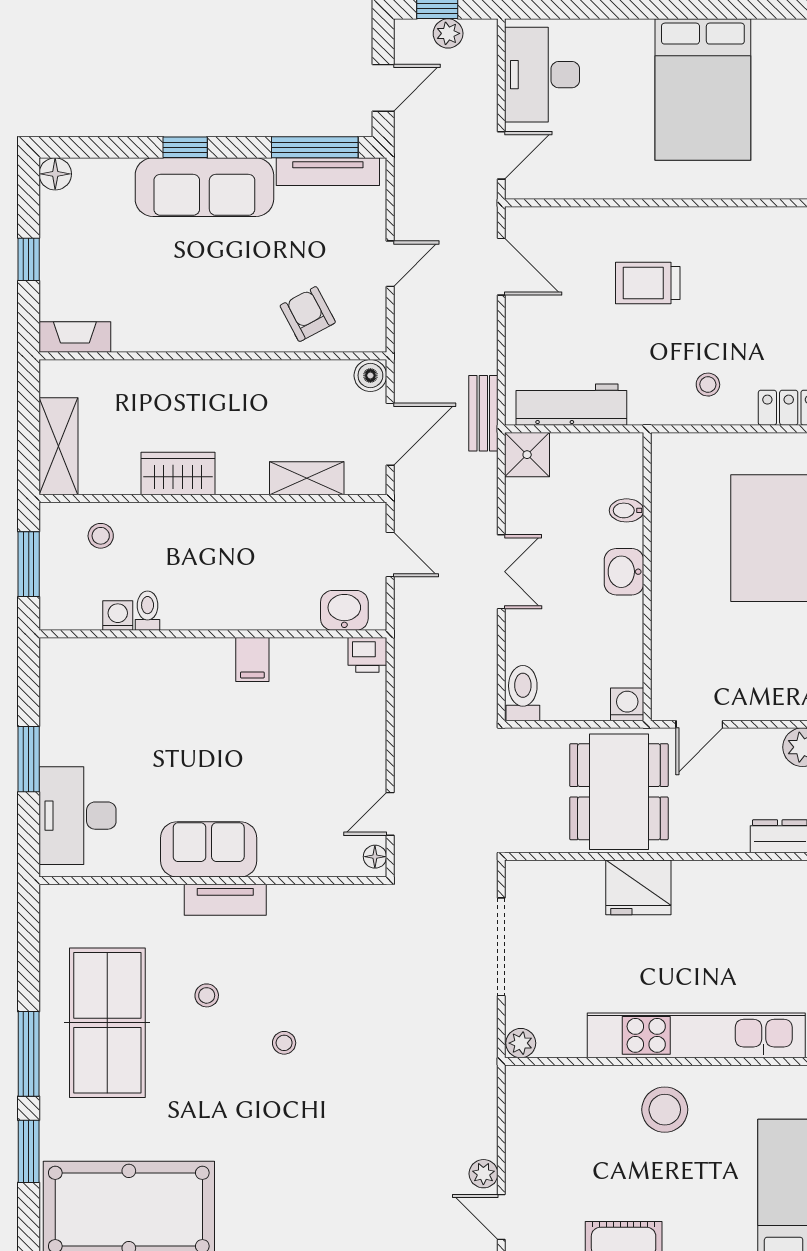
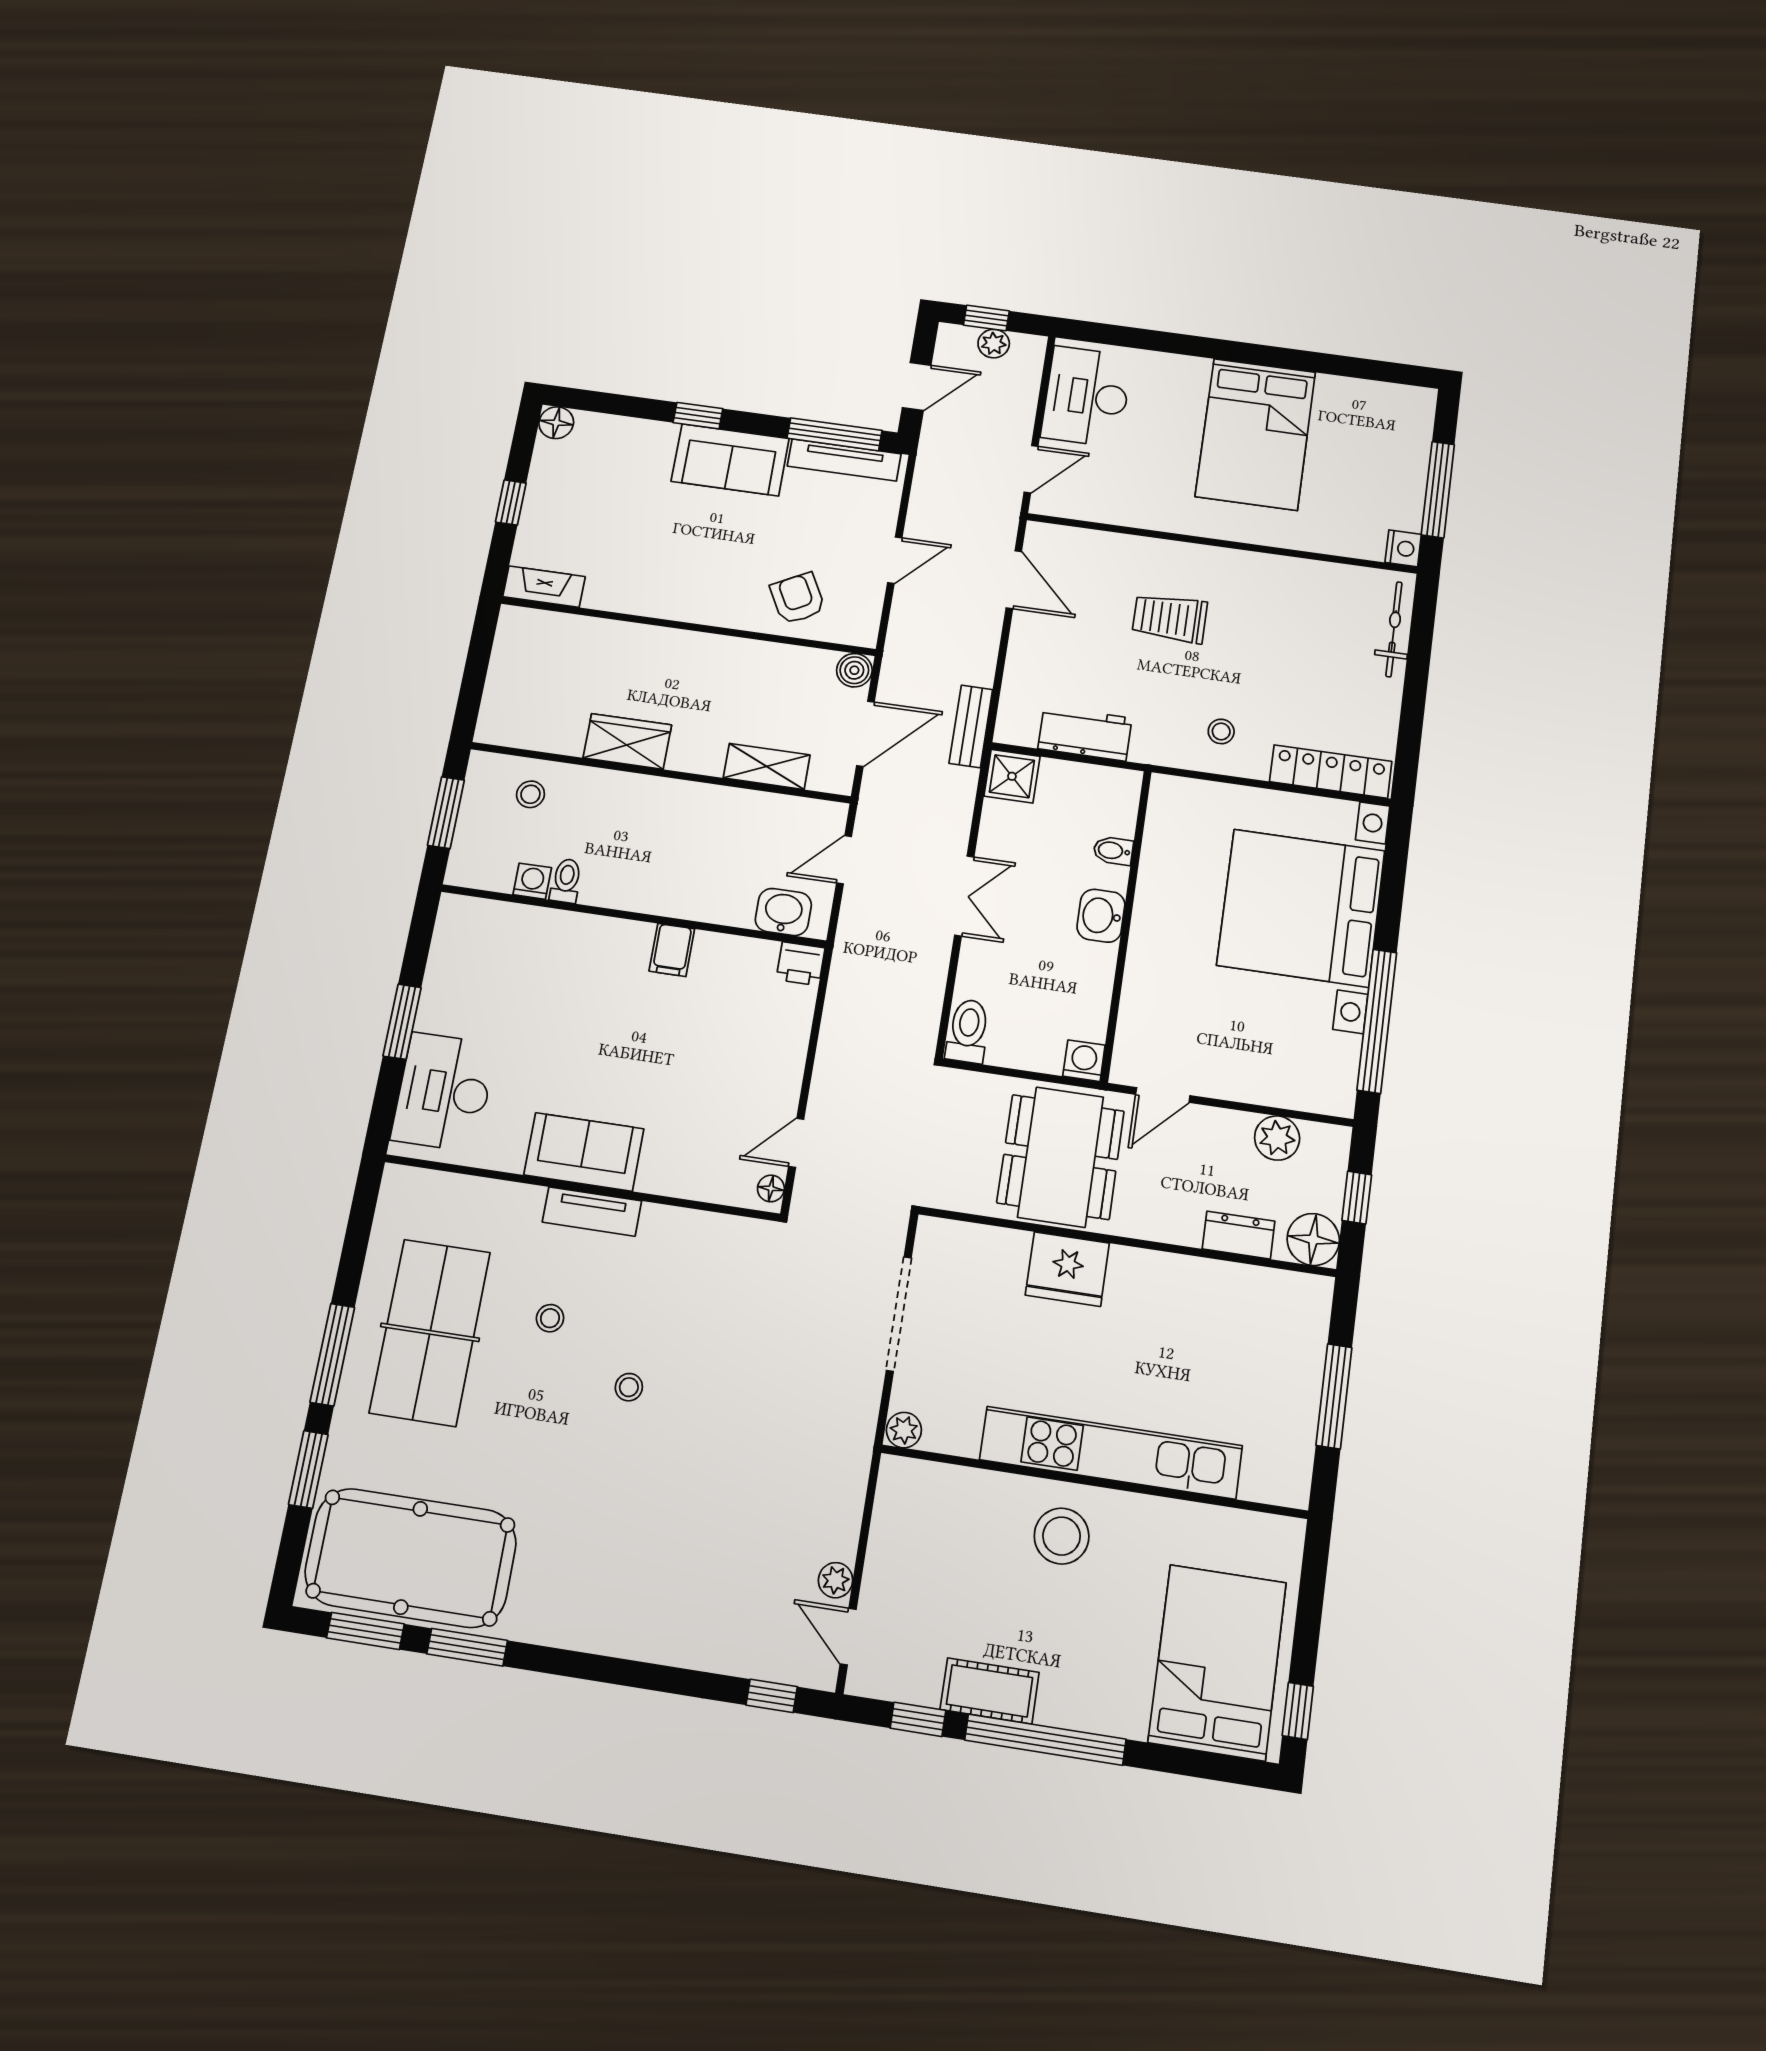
sofa: (204, 187) -> (730, 460), width x0.73
workbench: (571, 405) -> (1085, 733), width x0.73
shelving: (58, 446) -> (504, 695), removed
door: (390, 554) -> (844, 860), swing flipped

